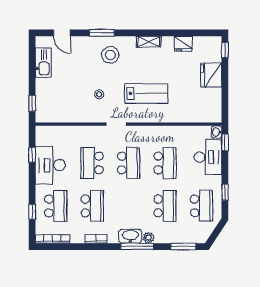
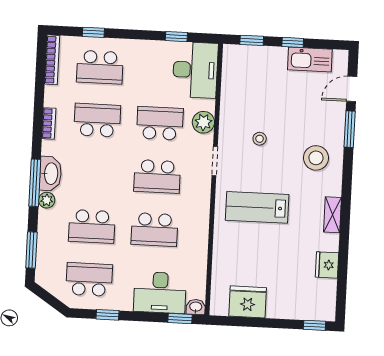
window: (102, 33) -> (350, 129), moved
window: (32, 75) -> (293, 42), added
fridge: (211, 75) -> (248, 302), moved
lab bench: (146, 94) -> (257, 207), turned 90
plant: (90, 133) -> (203, 122), added
desk: (50, 165) -> (195, 70), moved, turned 90
school desk: (92, 206) -> (97, 120), turned 180
school desk: (201, 206) -> (89, 279), turned 180

